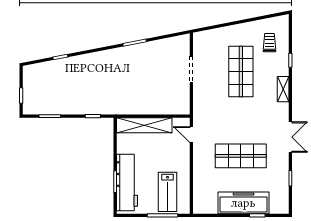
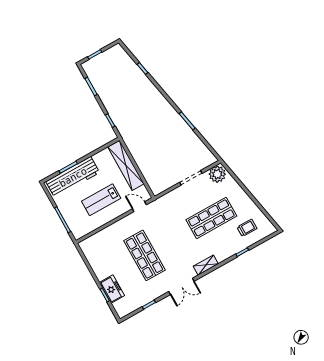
plant: (202, 42) -> (217, 174), added
shelving: (283, 89) -> (206, 265), moved
door: (191, 135) -> (139, 207), hinge flipped
lab bench: (168, 192) -> (101, 200), moved
freezer: (243, 203) -> (112, 289), width x0.52, depth x0.79

